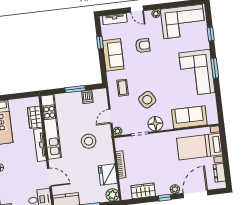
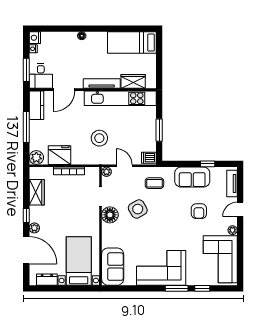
window: (215, 68) -> (177, 288), moved
dishwasher: (87, 97) -> (149, 158), moved
sofa: (189, 117) -> (113, 267), moved

